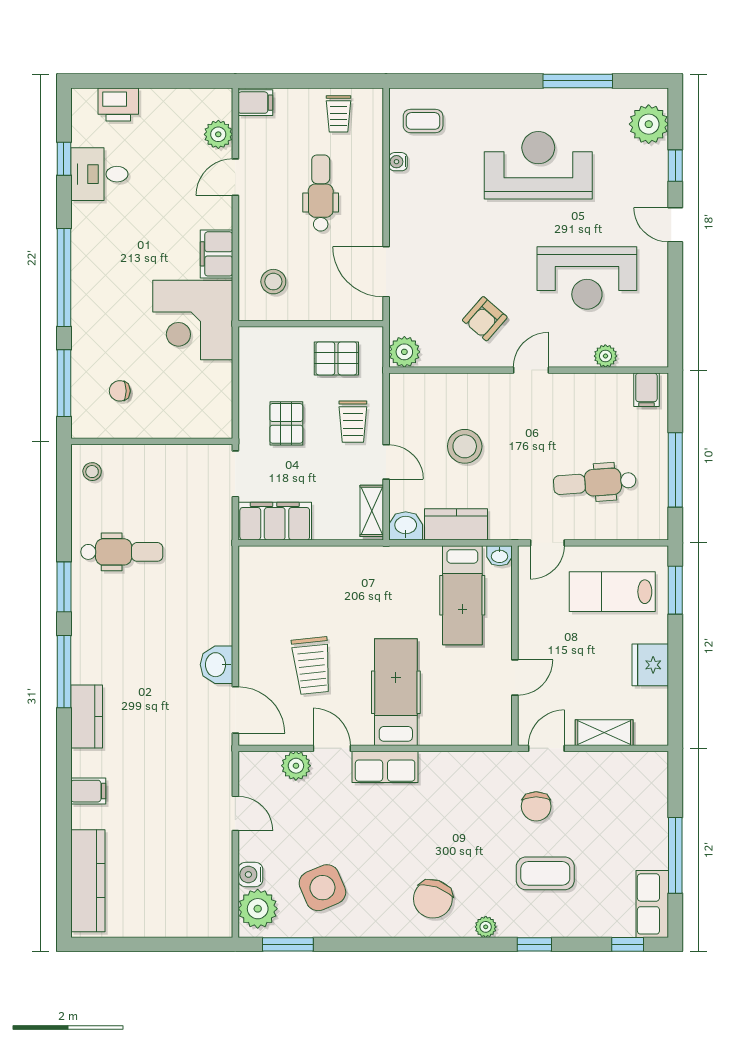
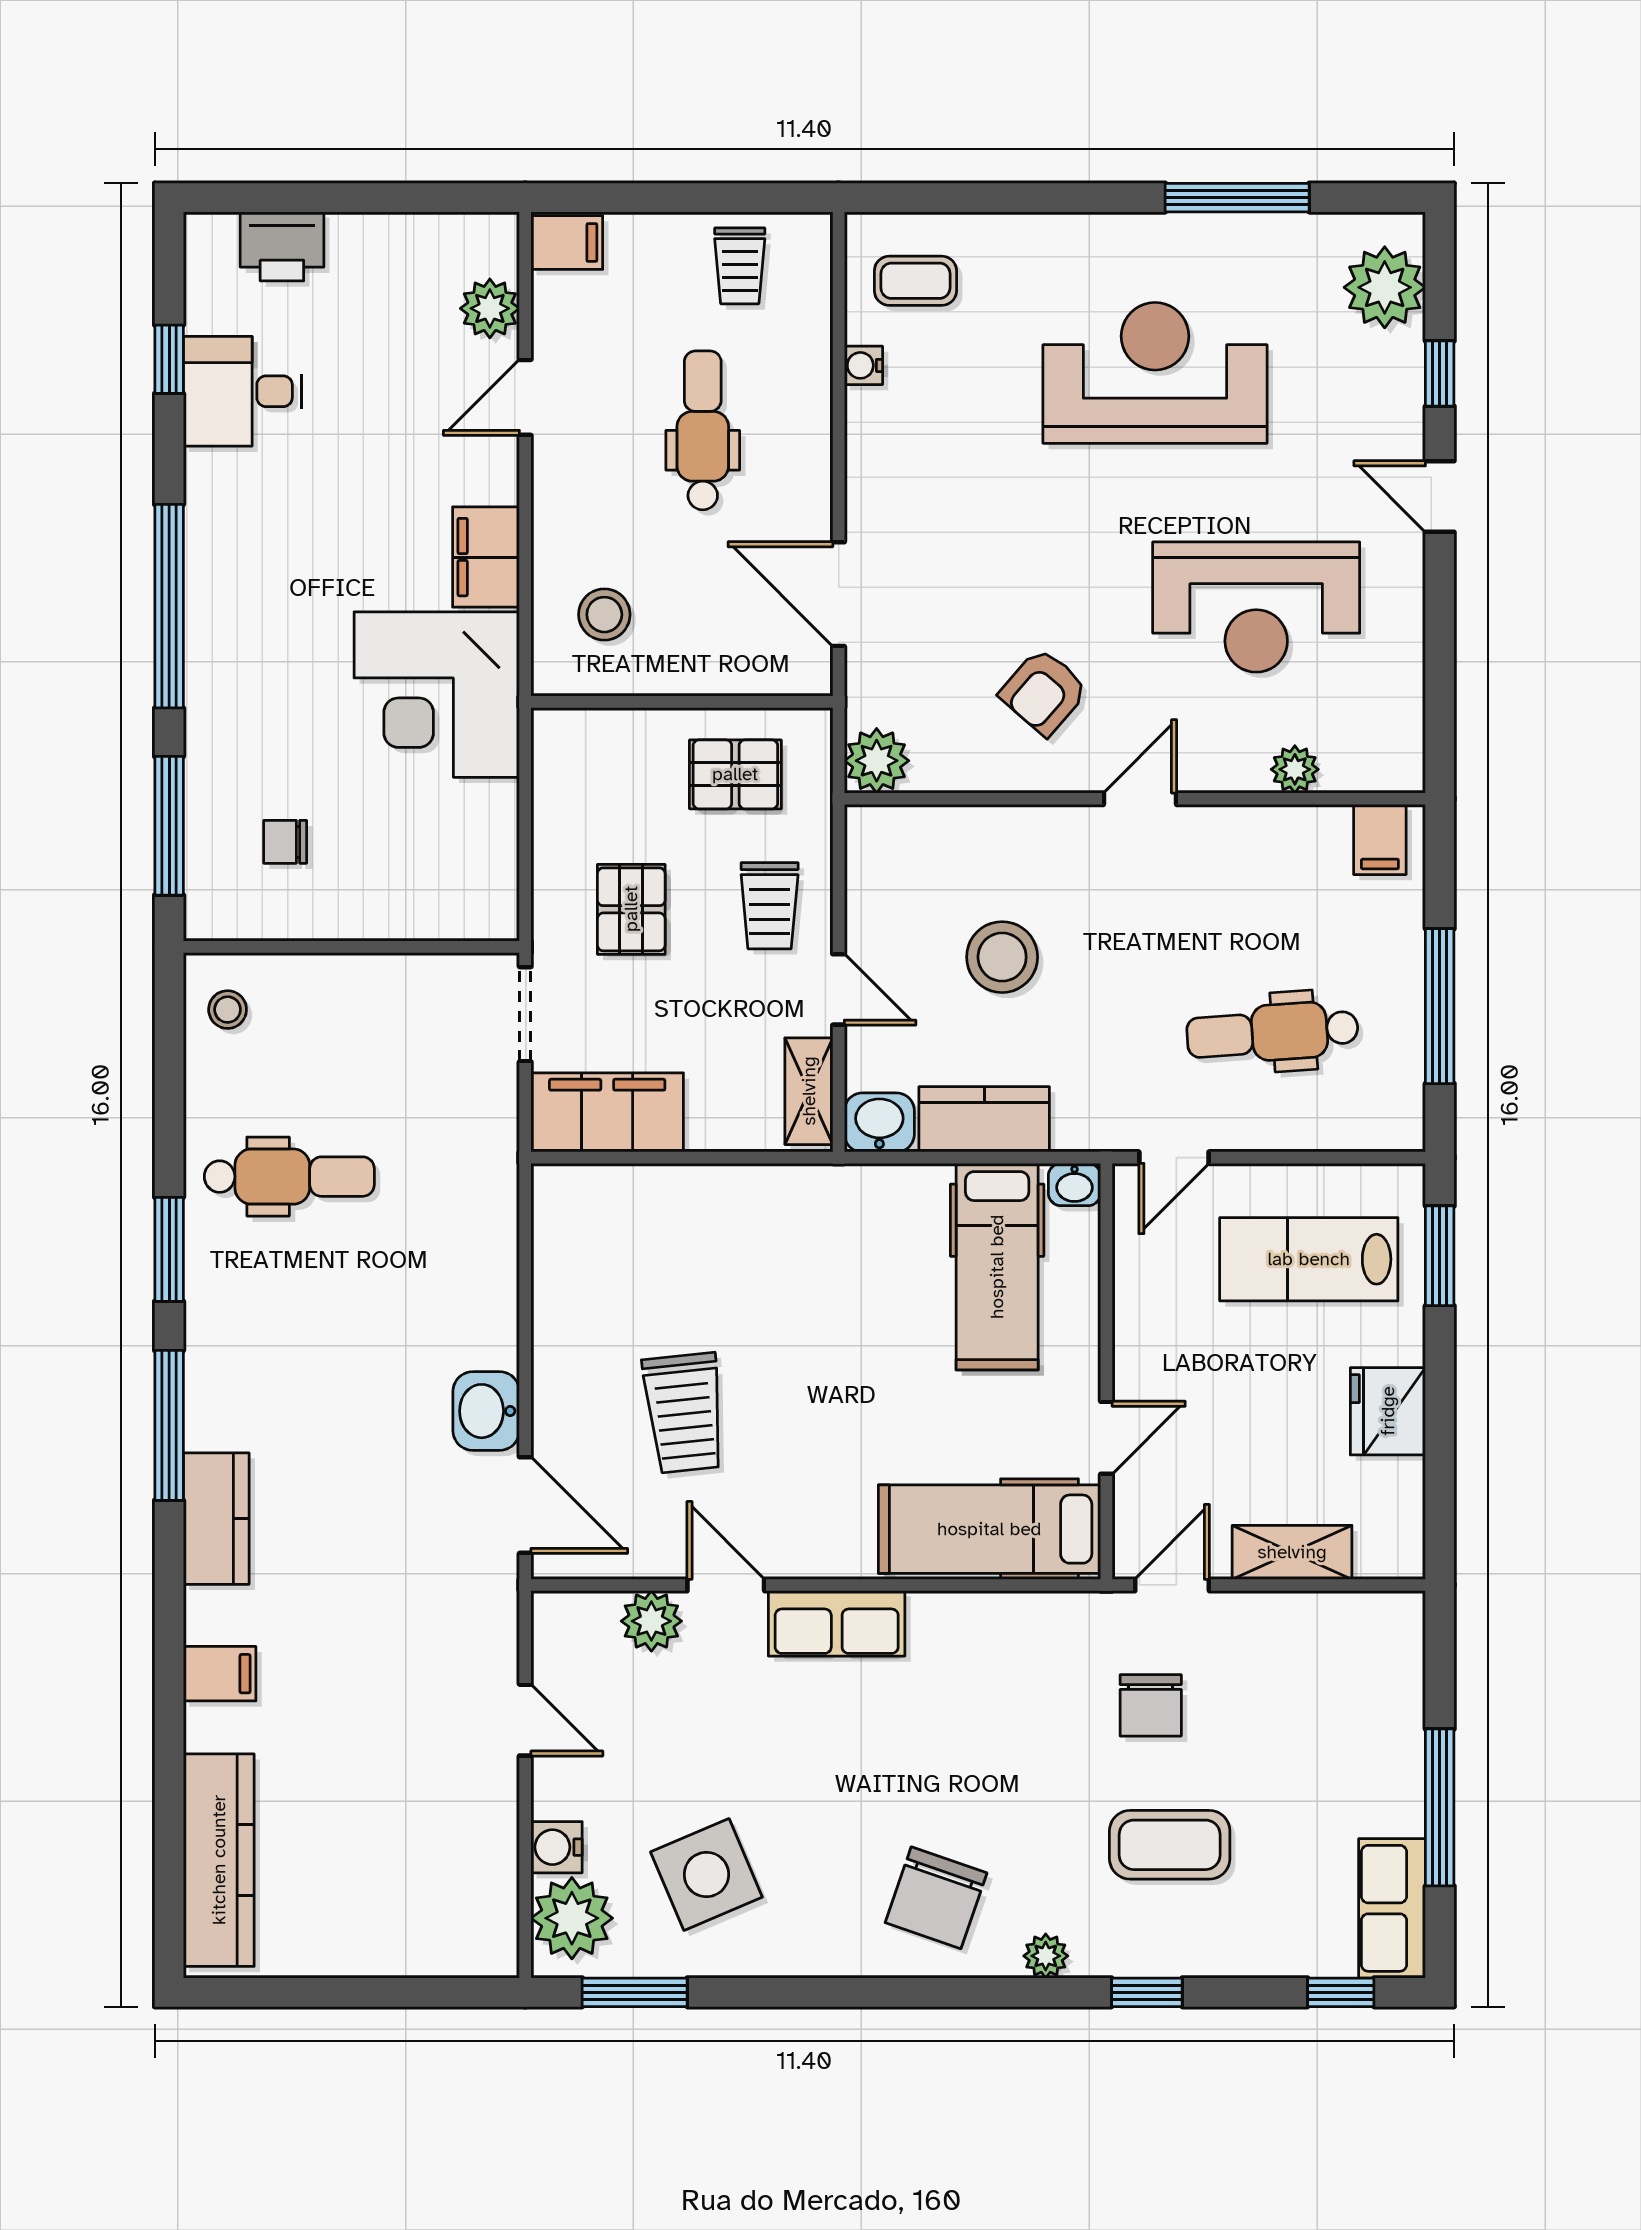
hospital bed: (396, 692) -> (989, 1529), moved, turned -90

